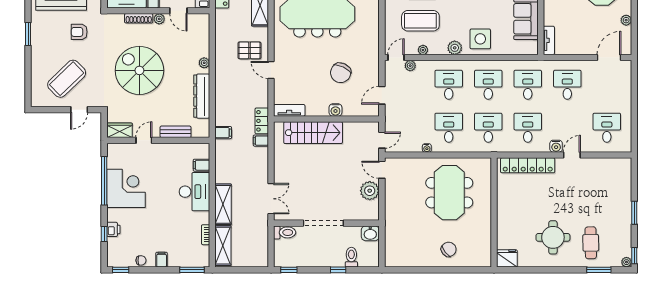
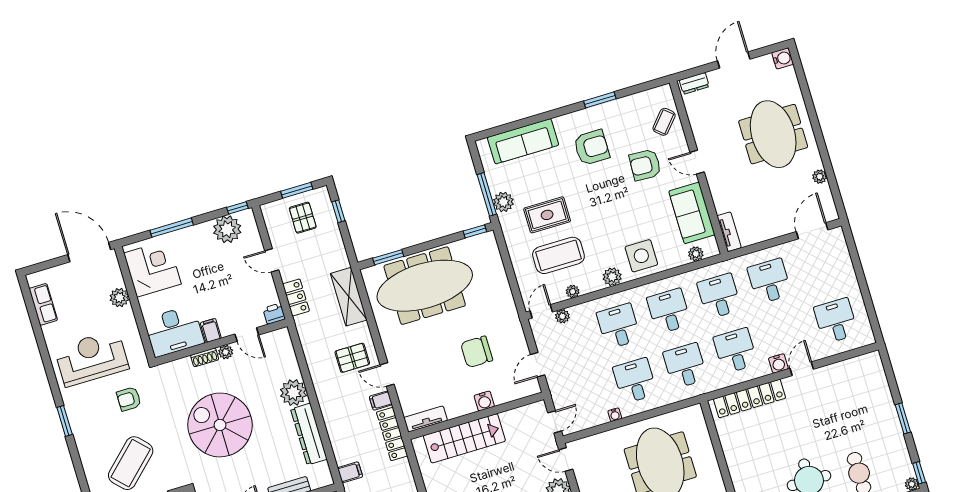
shoe rack: (139, 18) -> (205, 357), width x0.70
plant: (520, 49) -> (696, 254), added
plant: (204, 63) -> (293, 393), width x1.88, depth x1.88
chair: (341, 73) -> (477, 352), turned 65
locker: (262, 121) -> (392, 434), width x1.53
filing cabinet: (261, 141) -> (381, 401), moved

